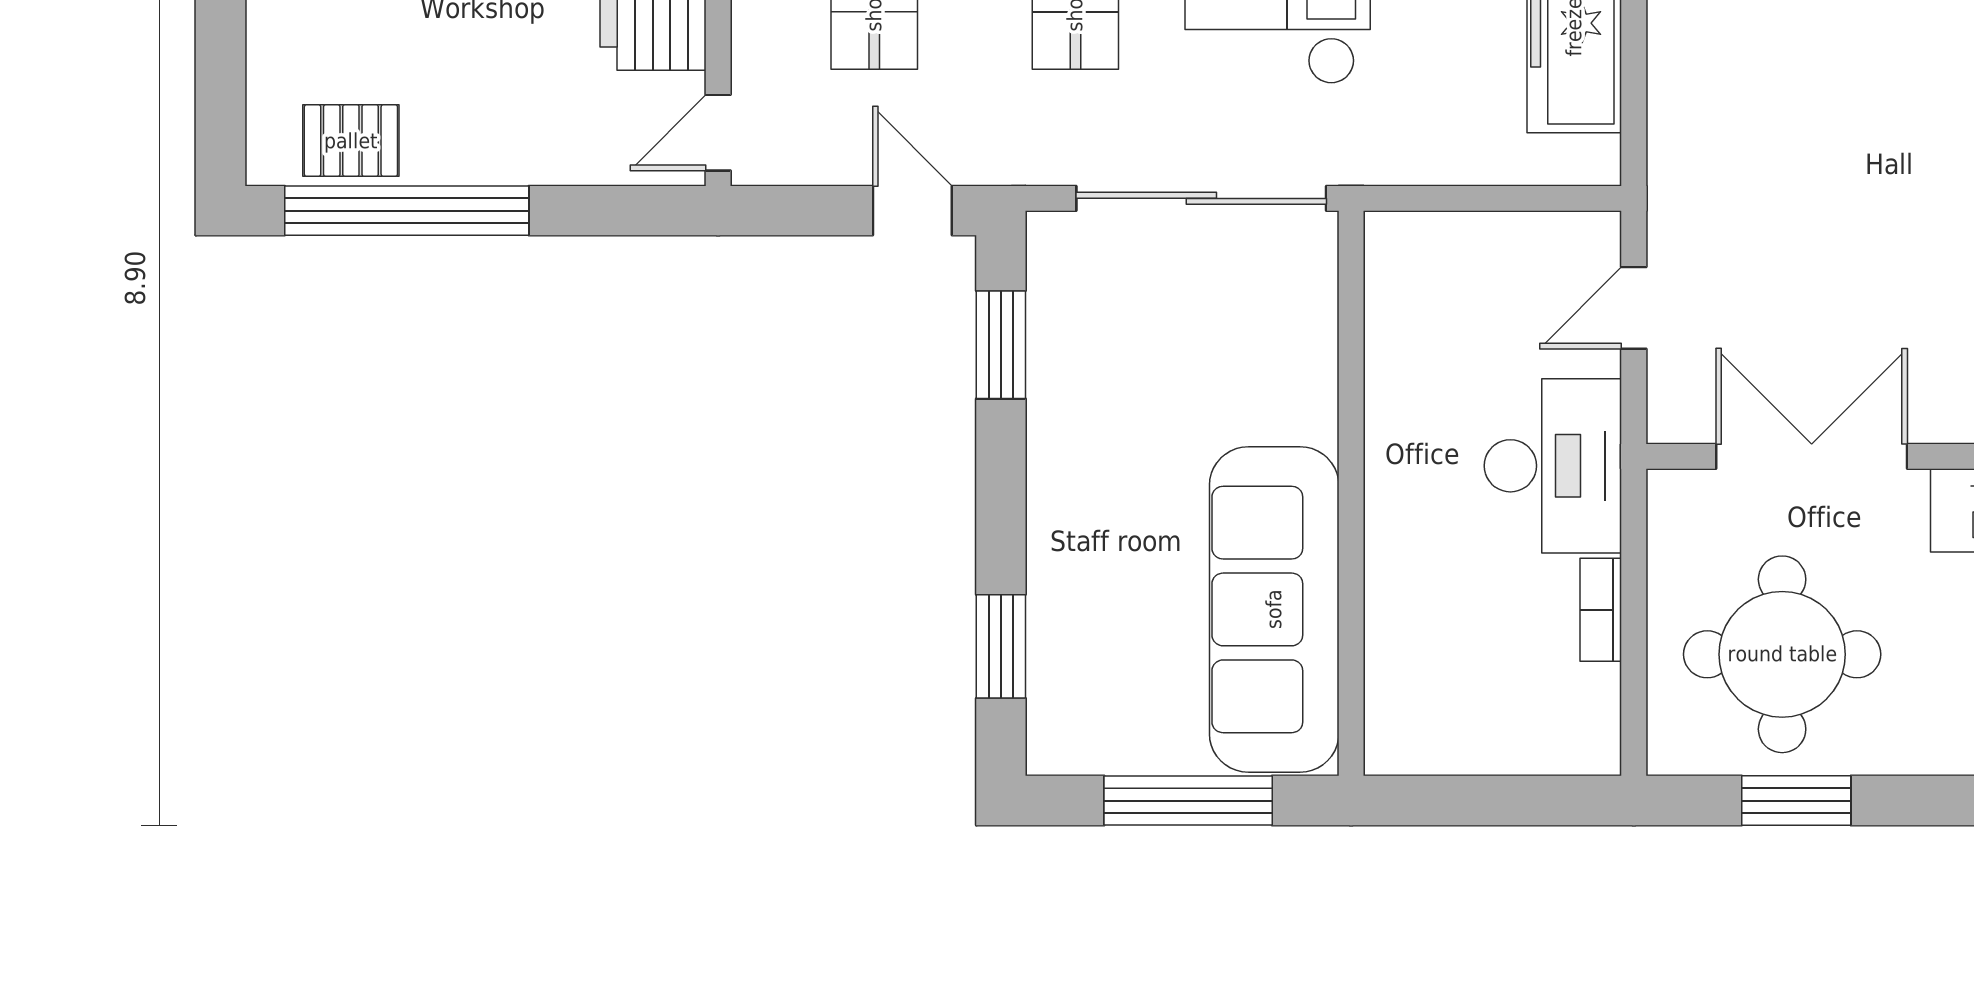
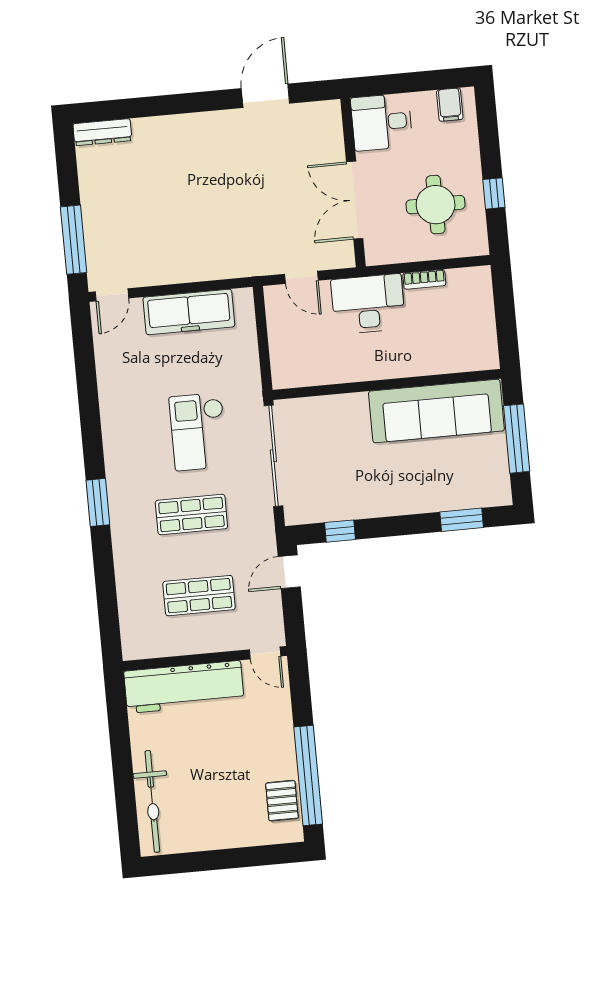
window: (1001, 345) -> (340, 531), width x0.67
round table: (1782, 654) -> (436, 205), width x0.73, depth x0.73
window: (1796, 801) -> (494, 193), width x0.67

